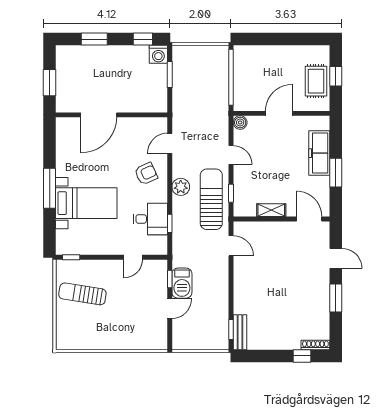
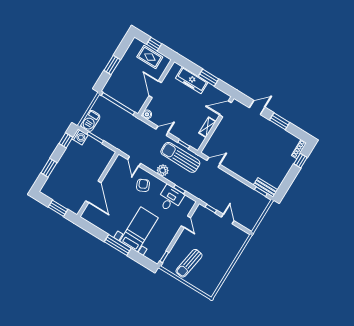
window: (276, 39) -> (112, 65), added
barbecue: (182, 283) -> (90, 121), moved, turned 90

